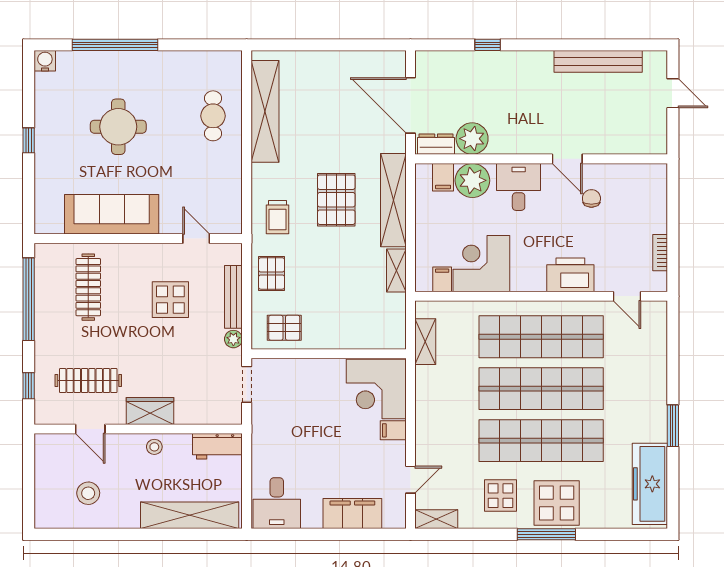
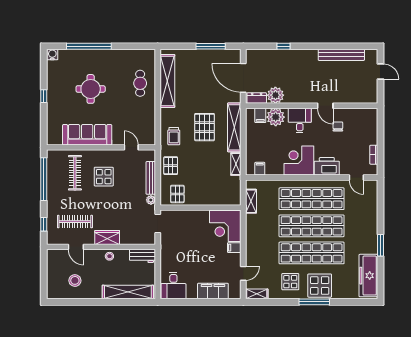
window: (348, 45) -> (211, 46), added
corner desk: (481, 264) -> (299, 160), moved
display table: (170, 300) -> (104, 177), moved
pallet: (284, 328) -> (177, 194), turned 90

